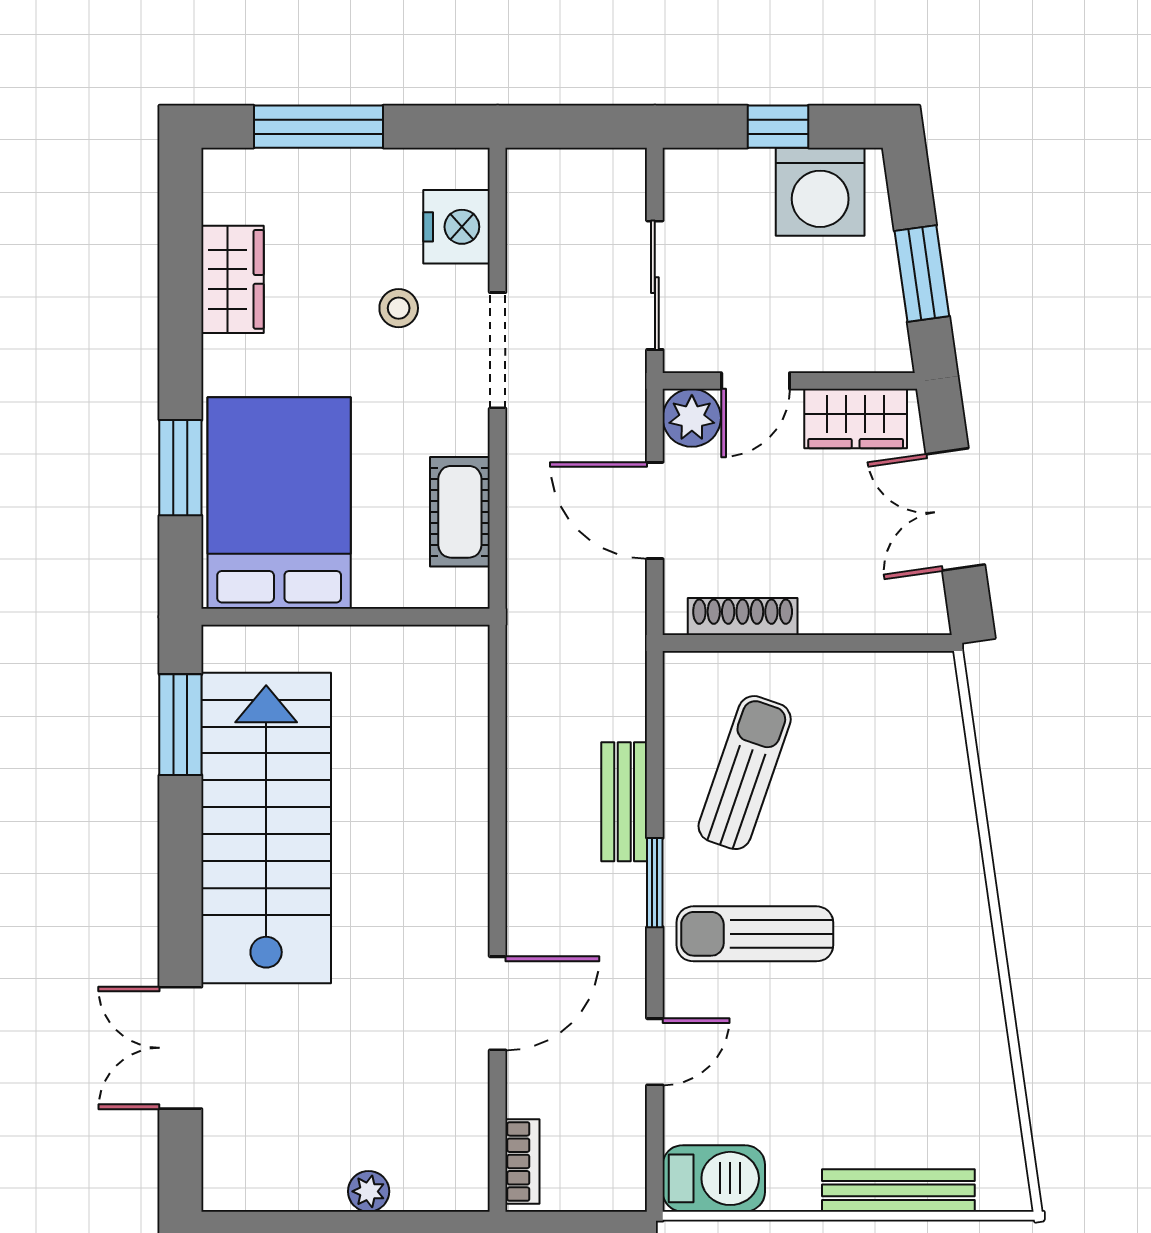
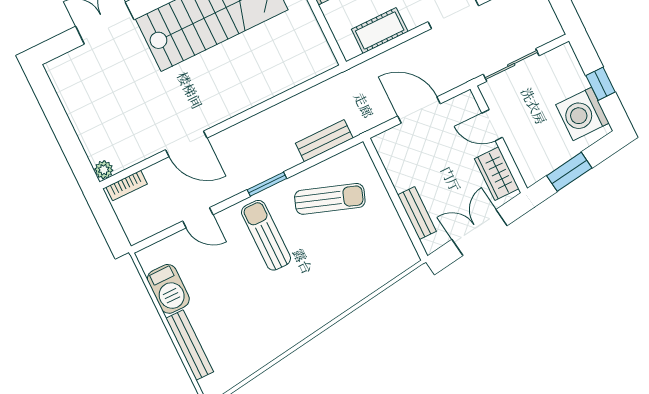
plant: (692, 418) -> (464, 107), removed
door: (655, 511) -> (419, 110), hinge flipped
bench: (857, 614) -> (417, 213), added
shoe rack: (743, 616) -> (393, 167), removed
bench: (624, 802) -> (324, 141), moved
barbecue: (714, 1178) -> (168, 289), moved
plant: (369, 1191) -> (104, 170), moved

